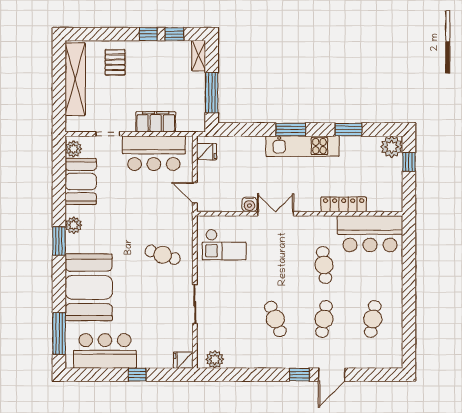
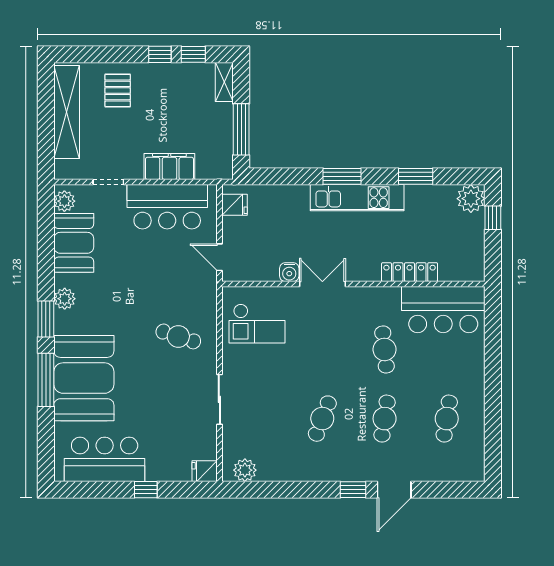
cafe table: (275, 319) -> (322, 419), turned 42
window: (59, 334) -> (46, 380), moved

